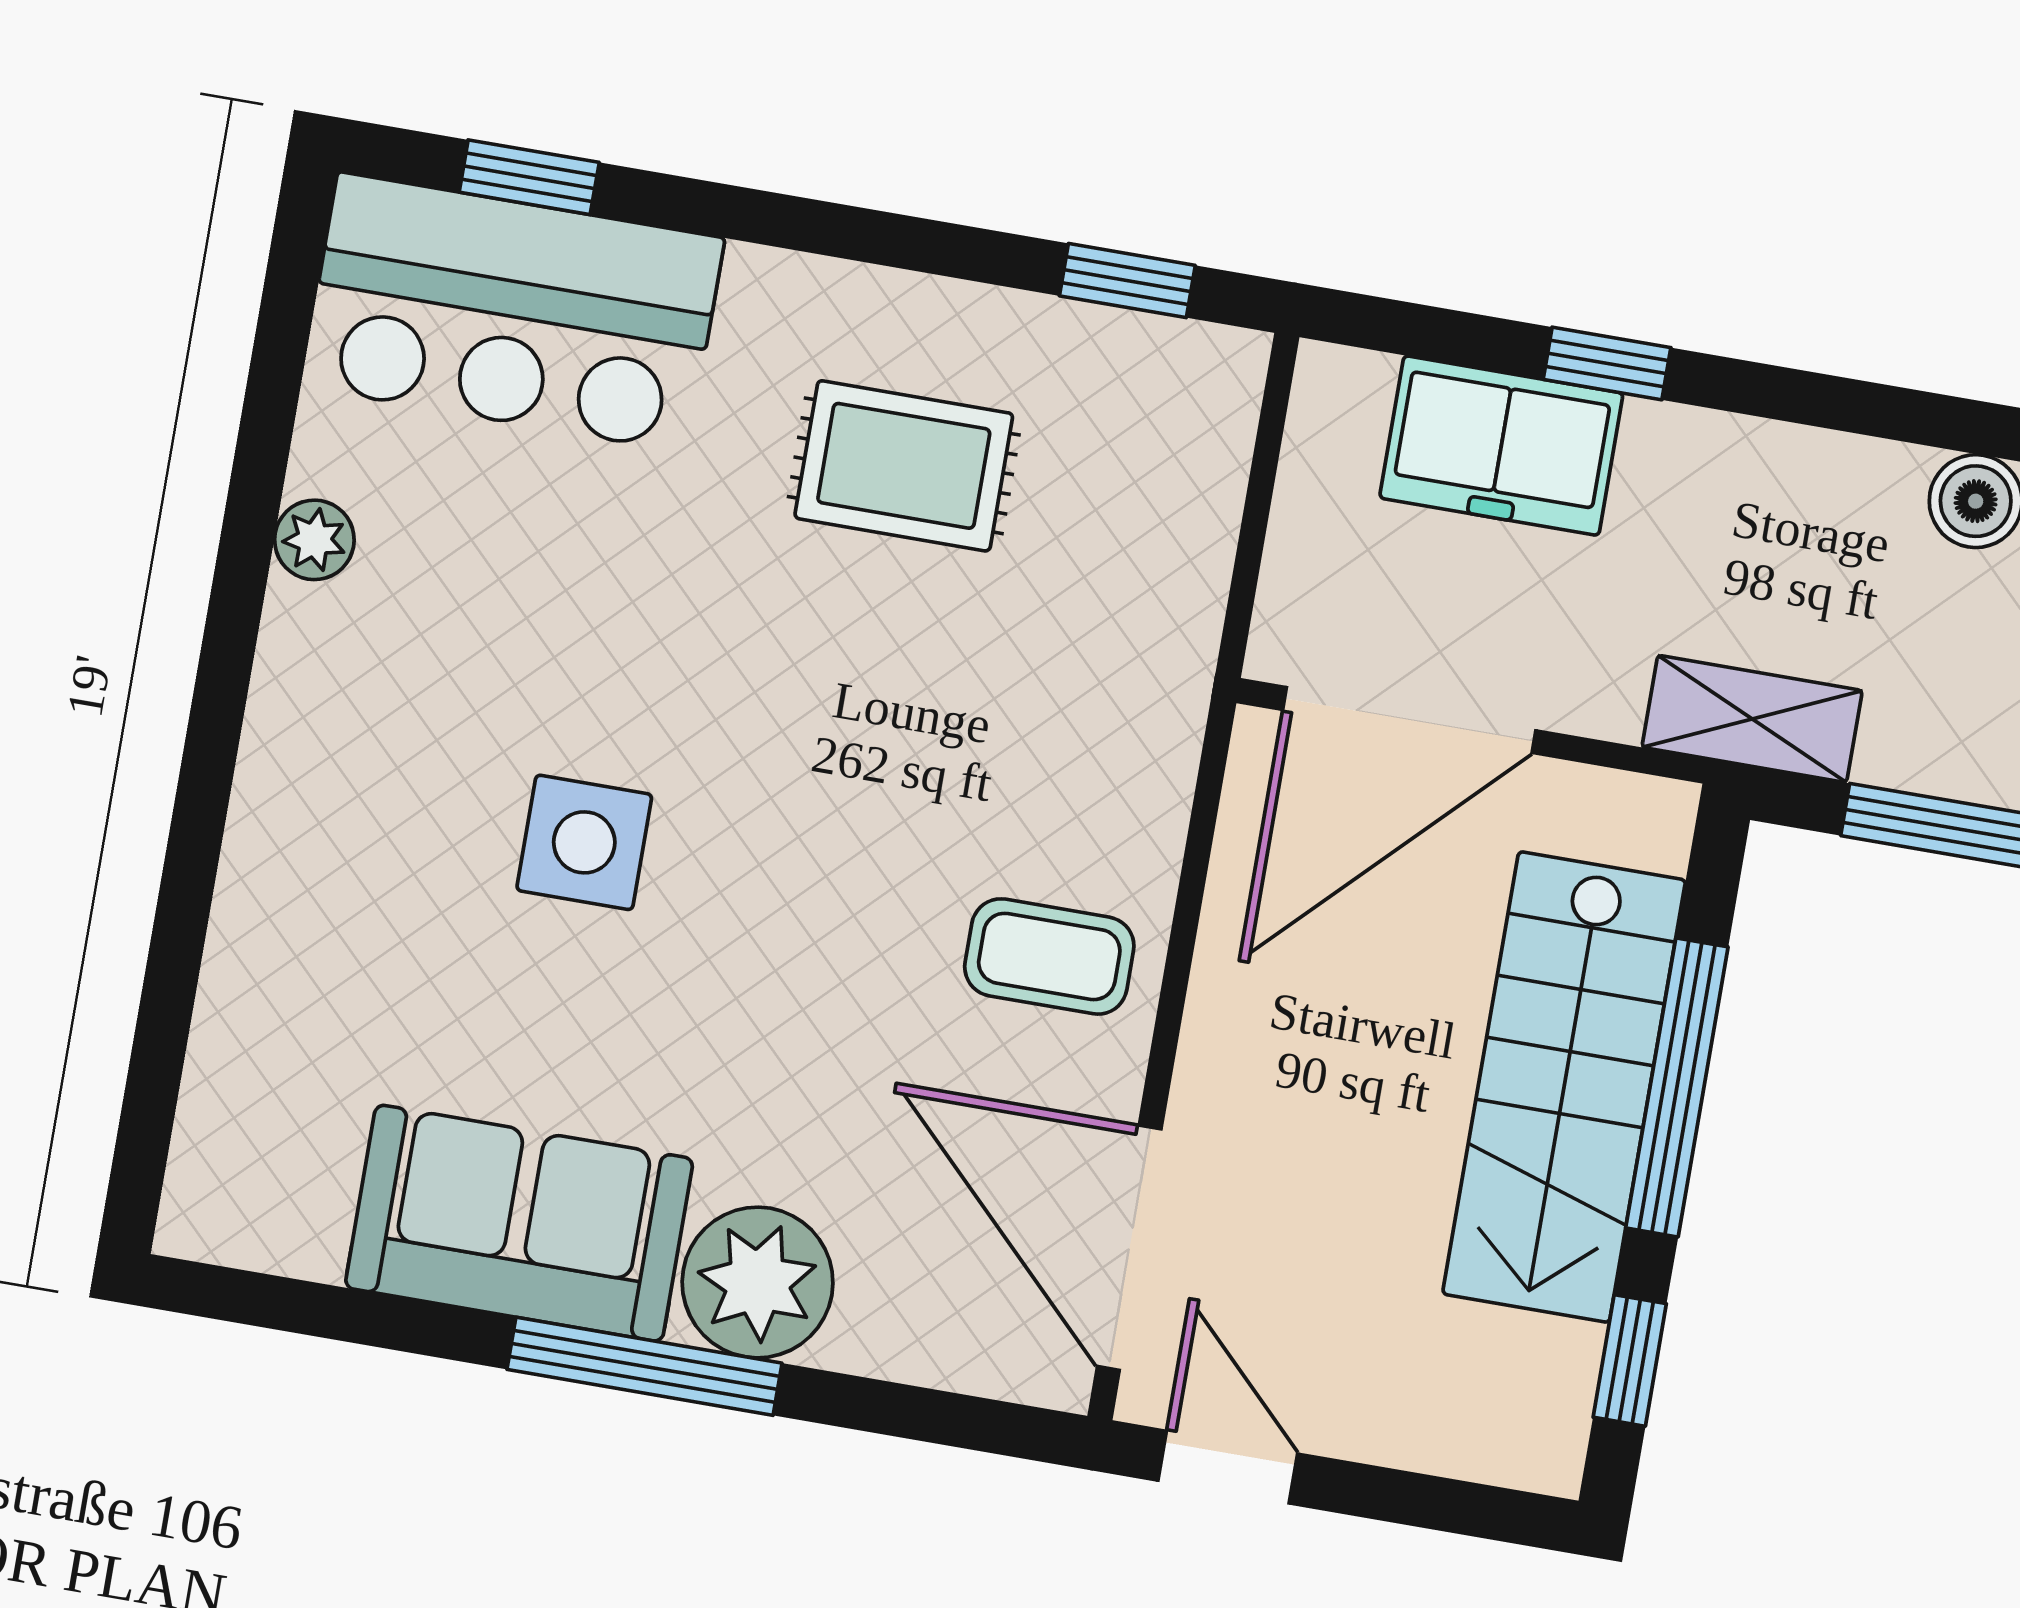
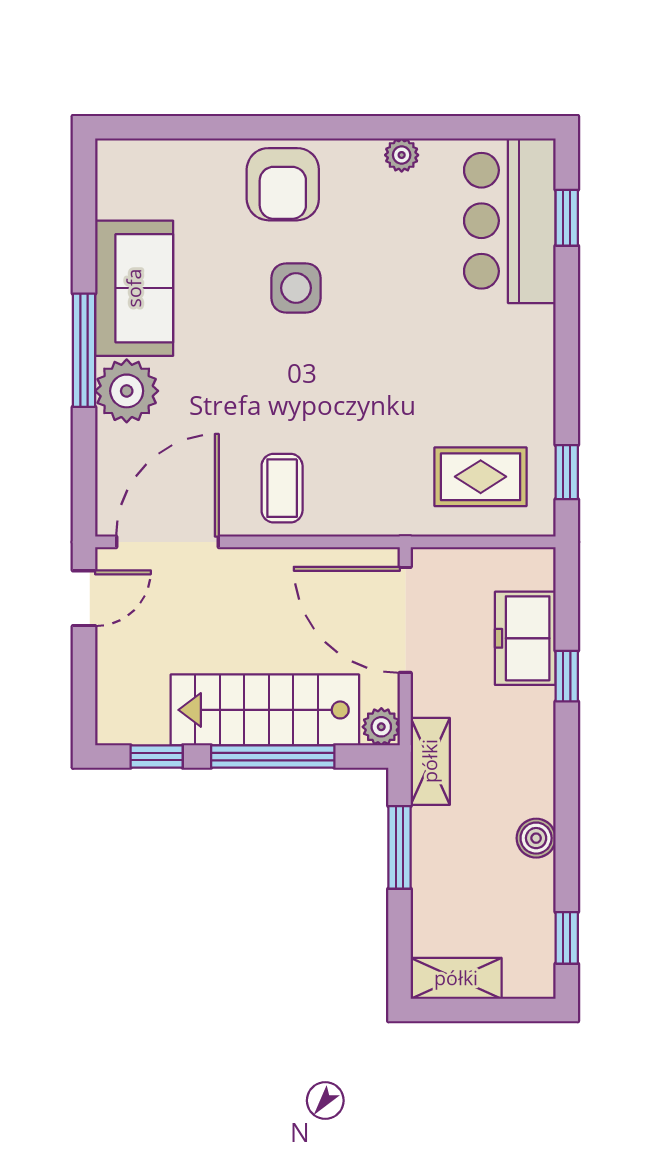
rug: (904, 466) -> (481, 477), moved, turned 90
plant: (1651, 820) -> (381, 727), added
armchair: (335, 831) -> (283, 184), added

